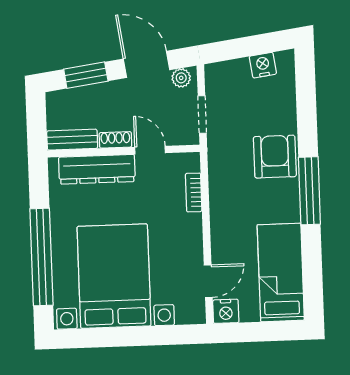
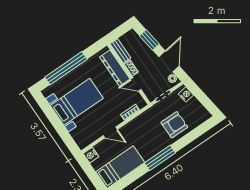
nightstand: (263, 65) -> (186, 94), moved
door: (150, 150) -> (136, 84), swing flipped
armchair: (275, 157) -> (174, 125), moved
bed with nightstands: (114, 276) -> (77, 102), width x0.73
door: (208, 281) -> (110, 132), moved

